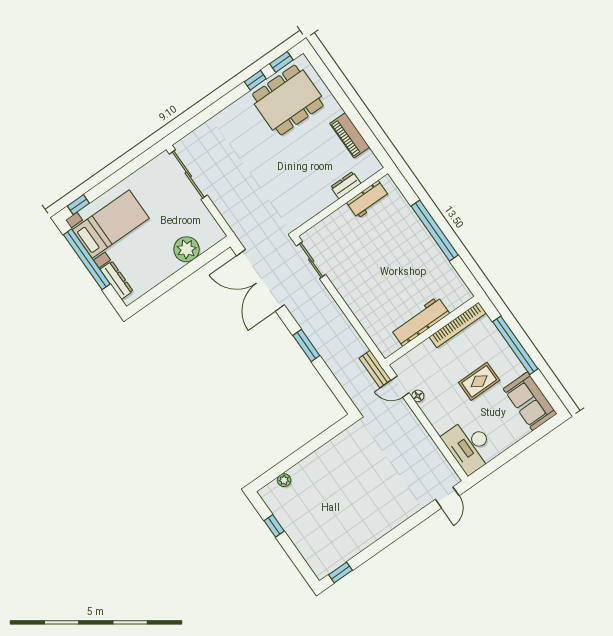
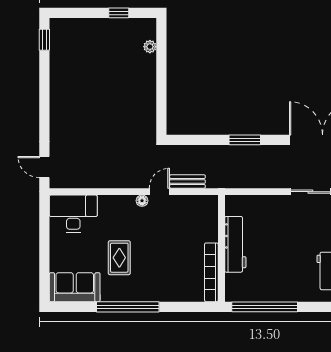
workbench: (420, 321) -> (235, 244), moved
bookcase: (458, 325) -> (211, 272), moved
wall: (432, 331) -> (221, 248), moved

